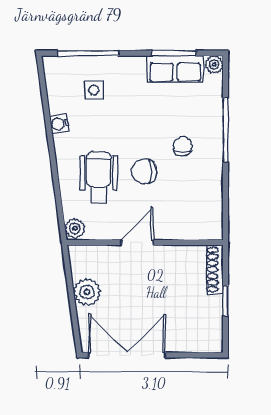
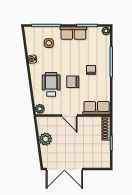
row of seats: (175, 69) -> (73, 33), moved
row of seats: (194, 226) -> (97, 108), added
door: (137, 242) -> (69, 116), swing flipped
double door: (127, 355) -> (64, 169), swing flipped

